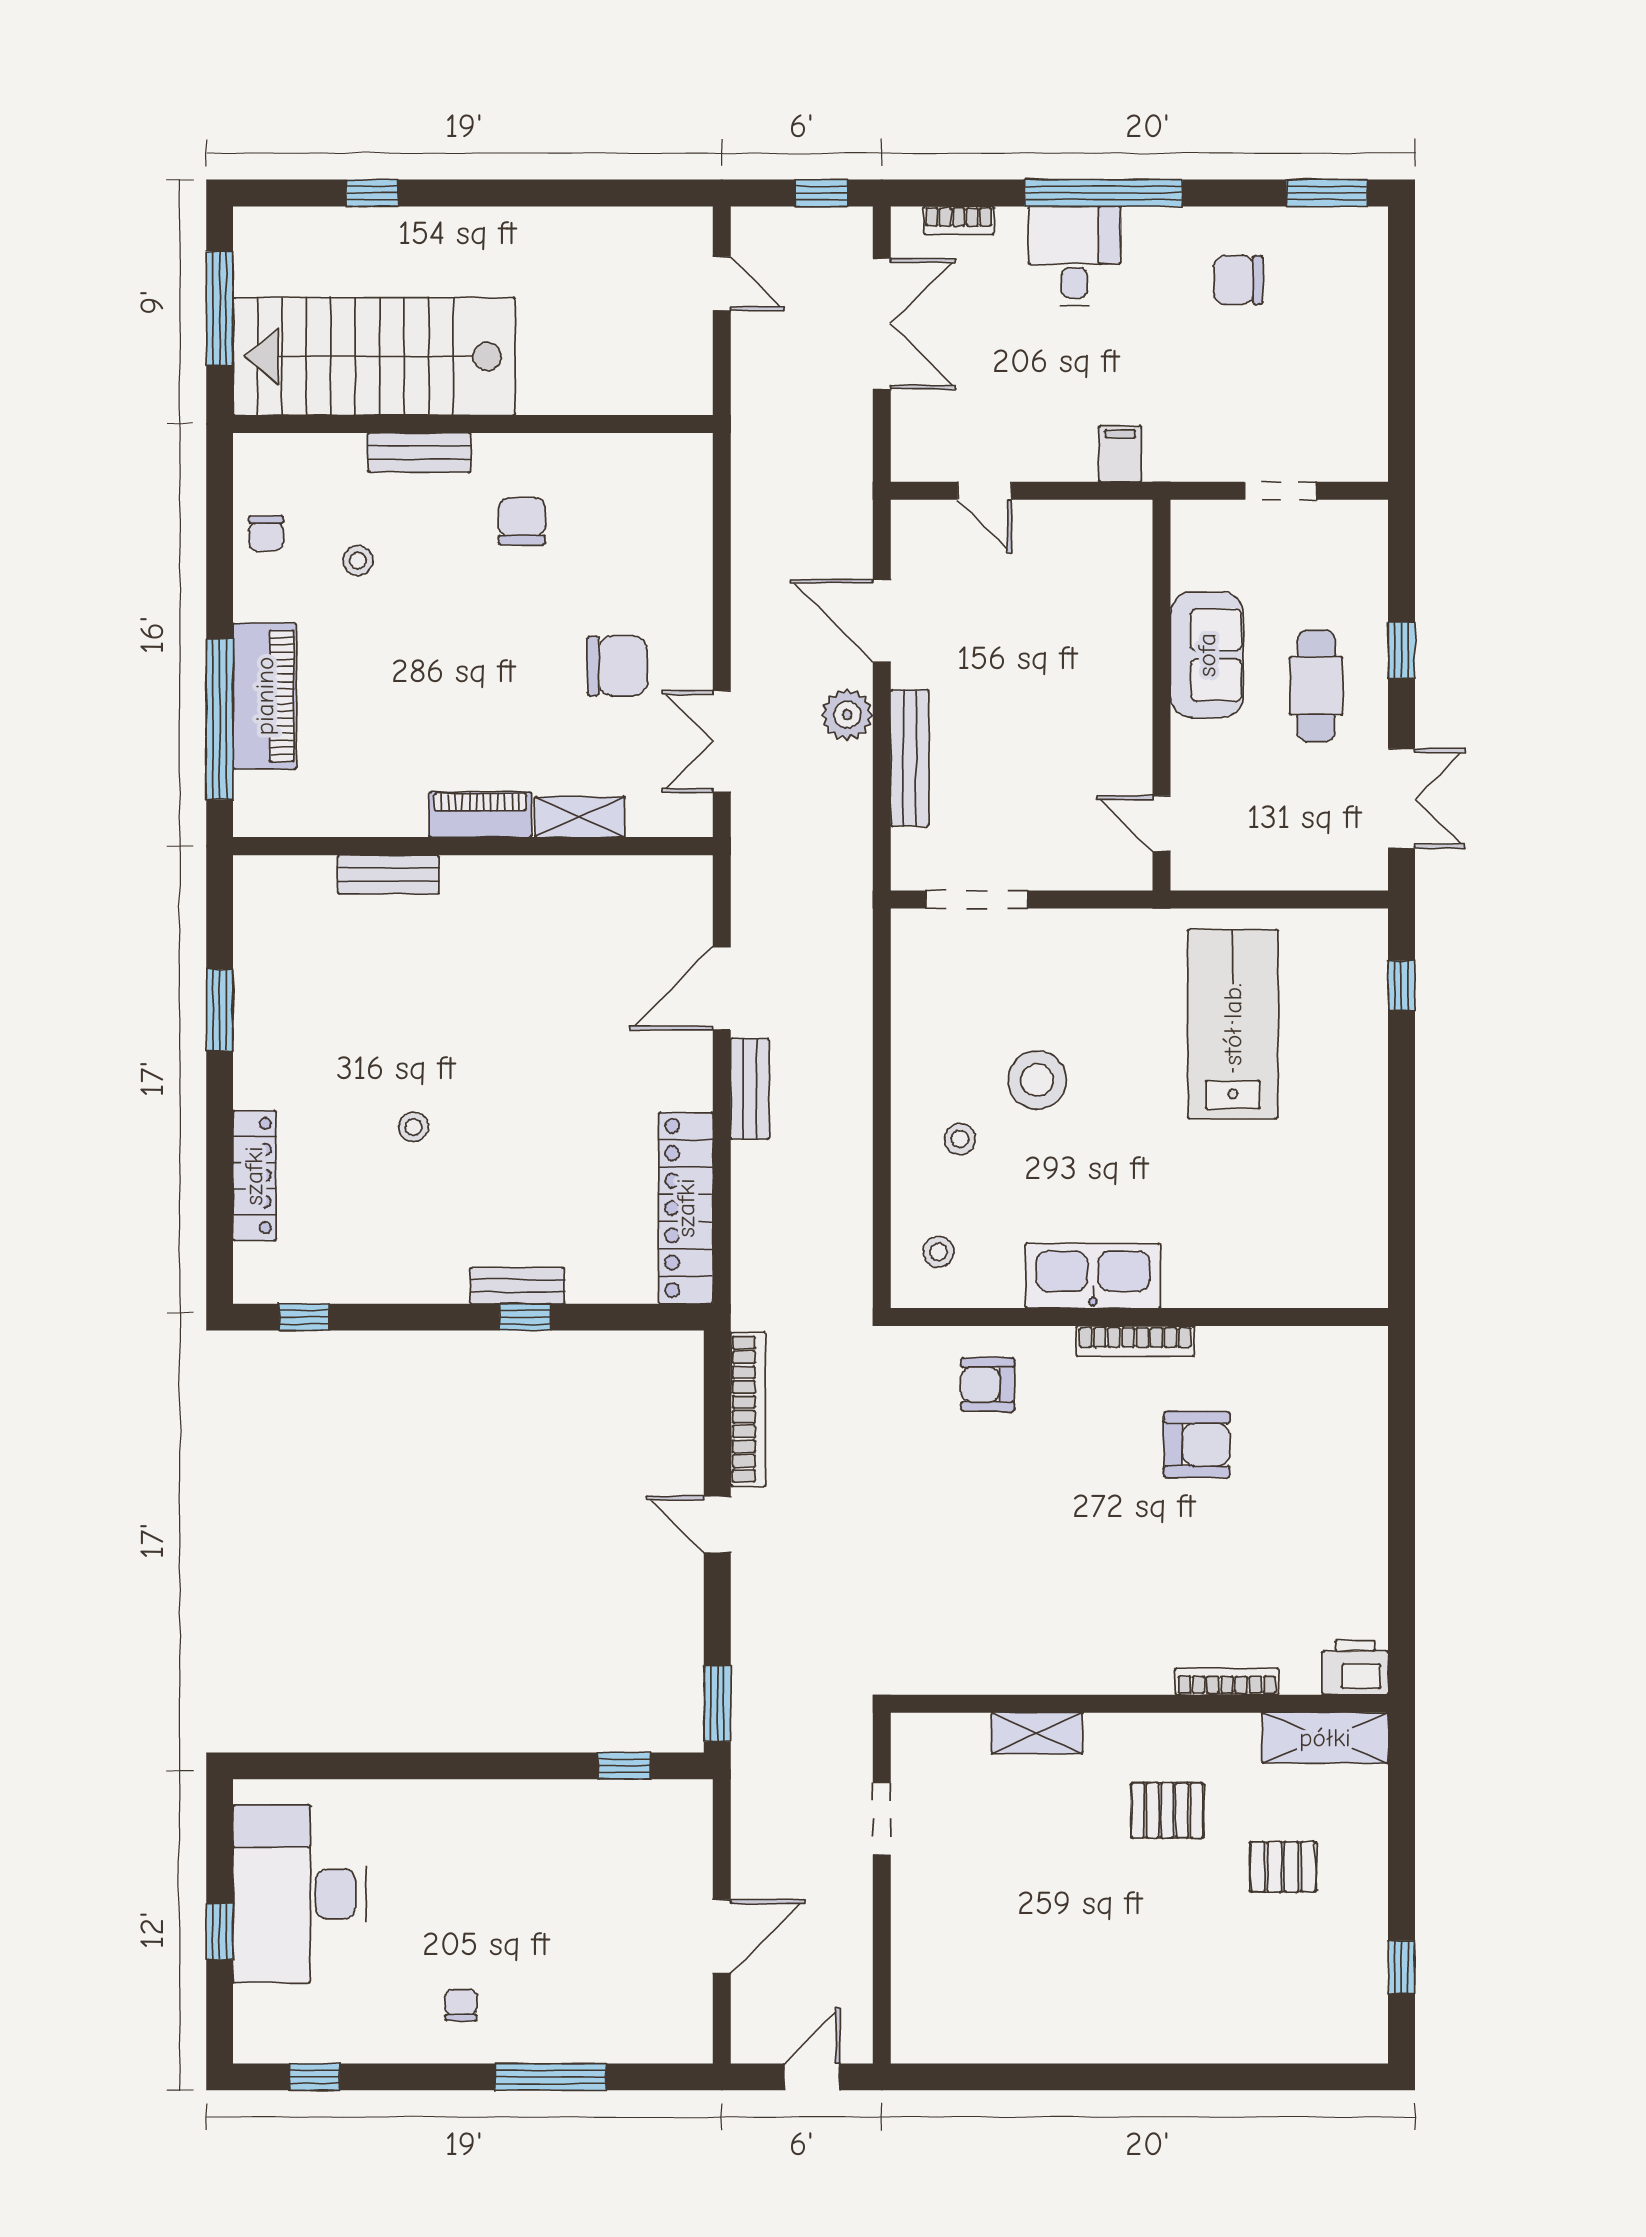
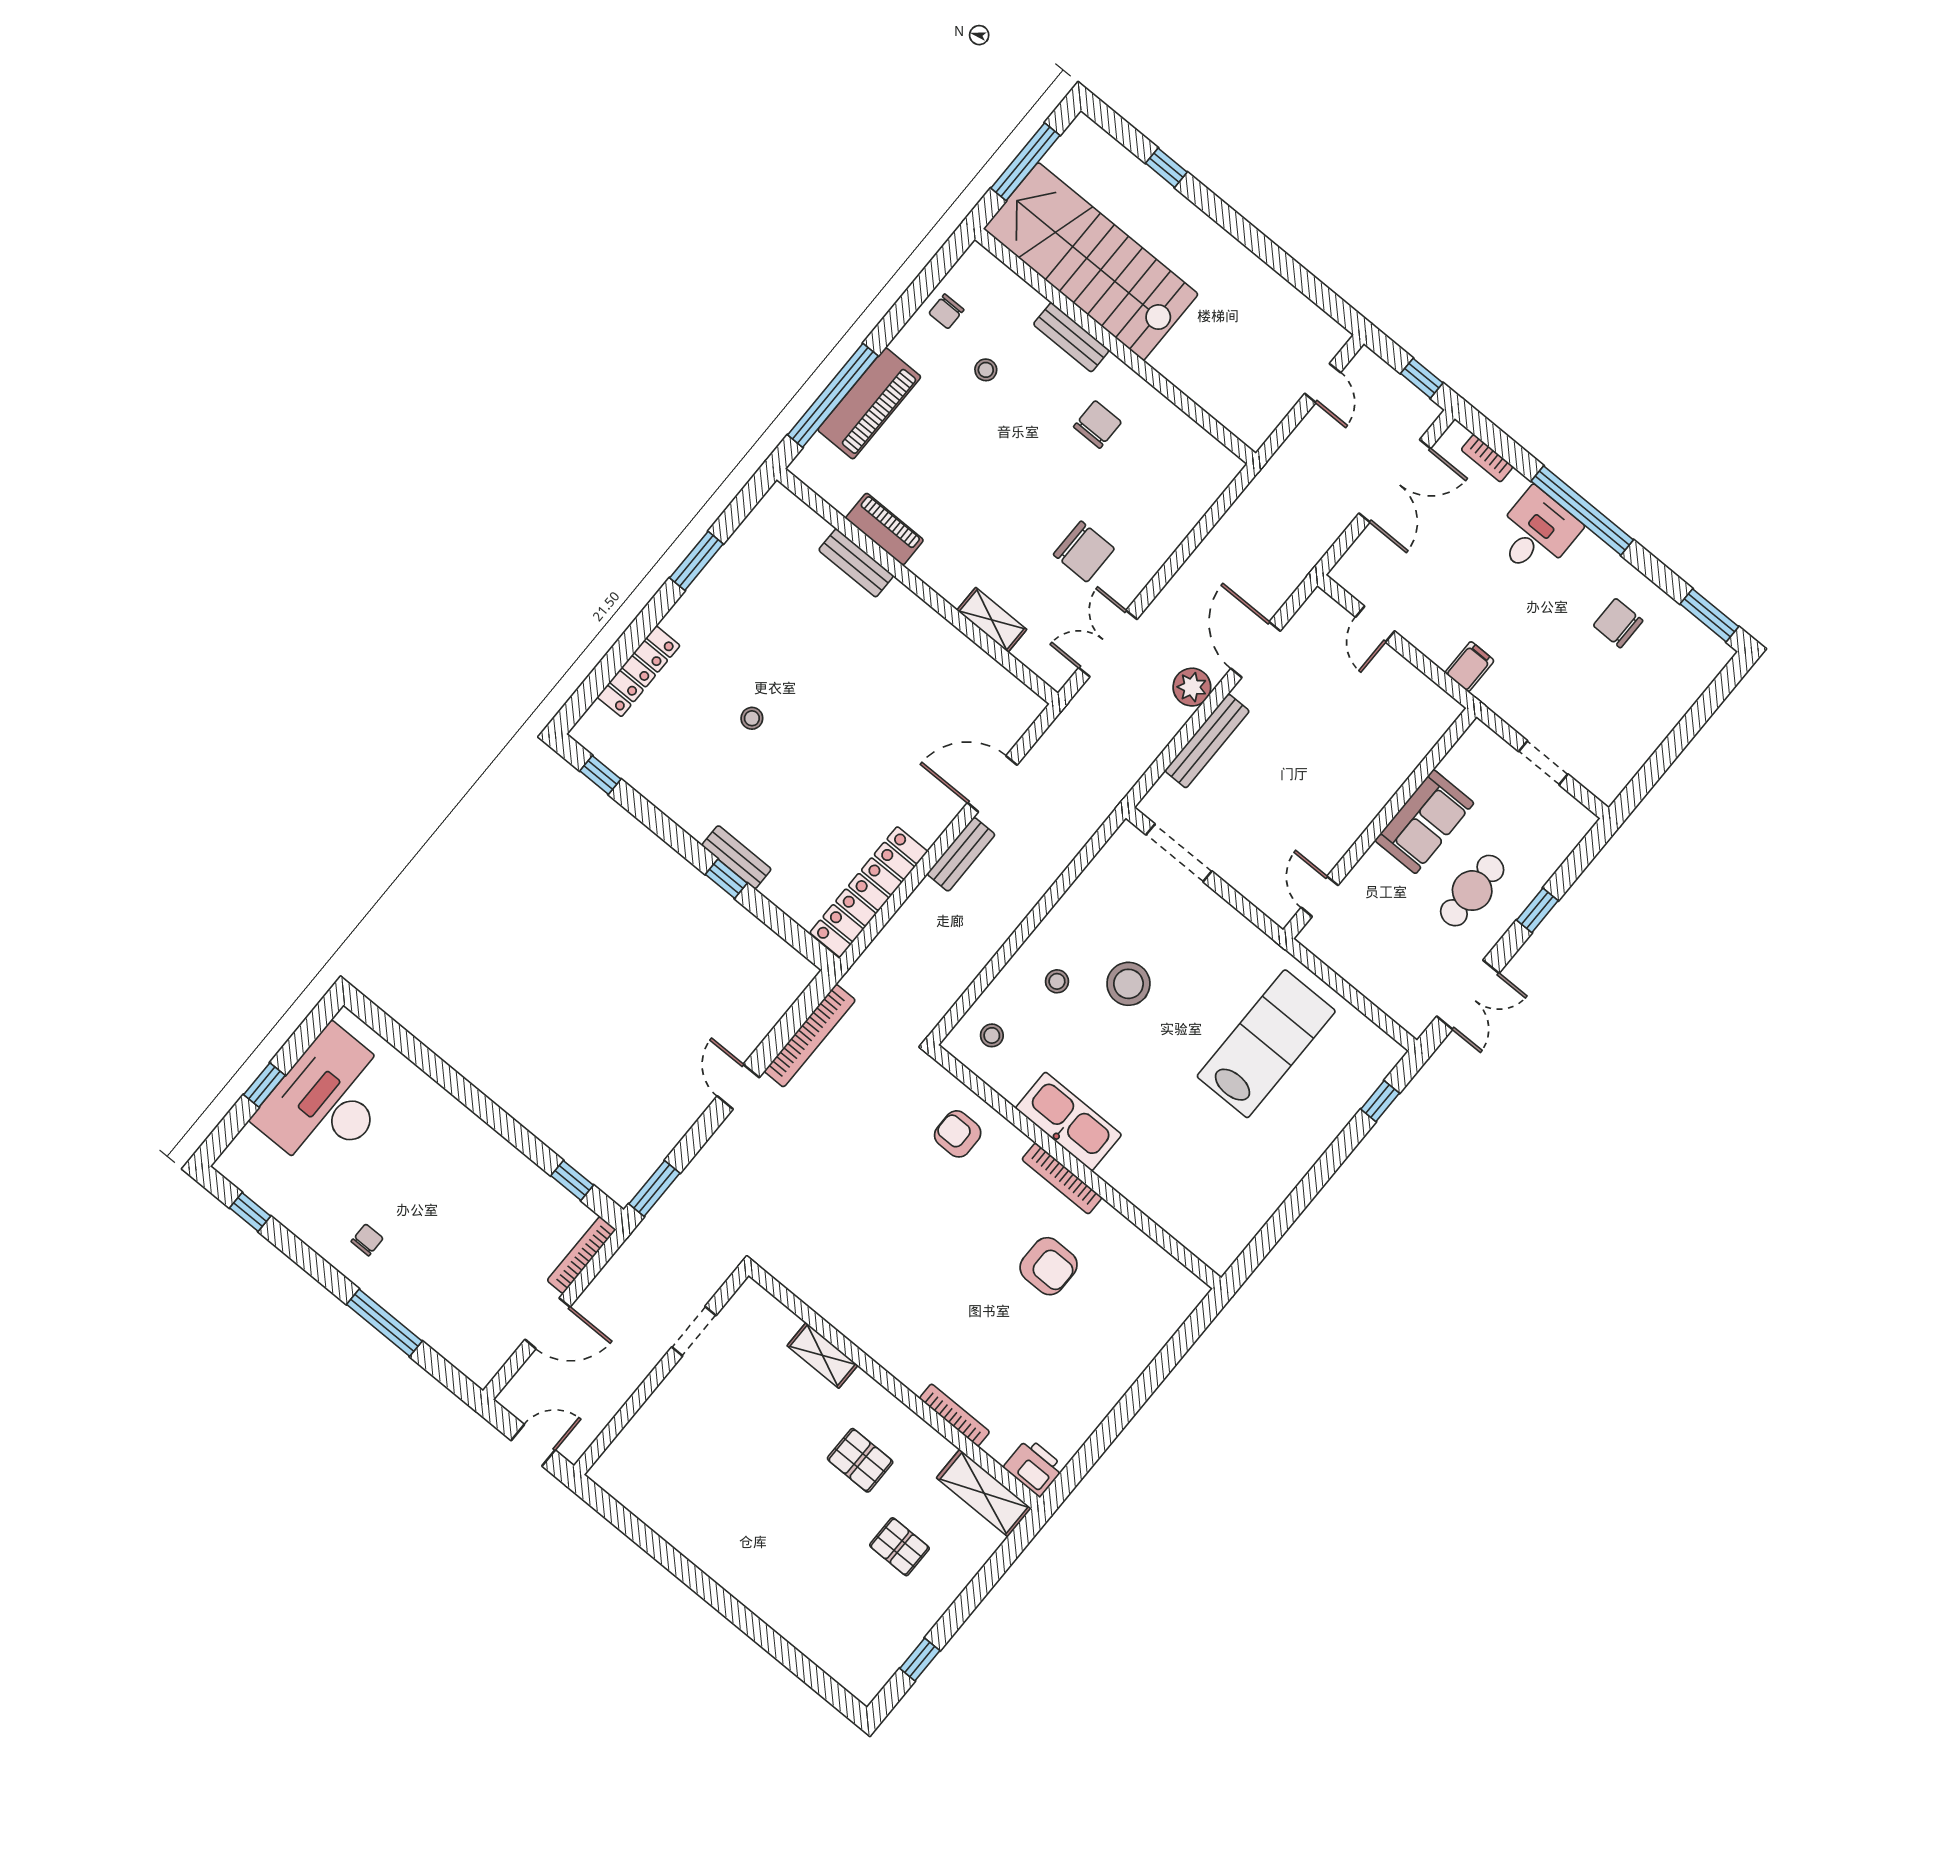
piano: (480, 814) -> (885, 529), moved
bookcase: (698, 1836) -> (581, 1255), added

